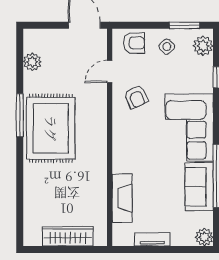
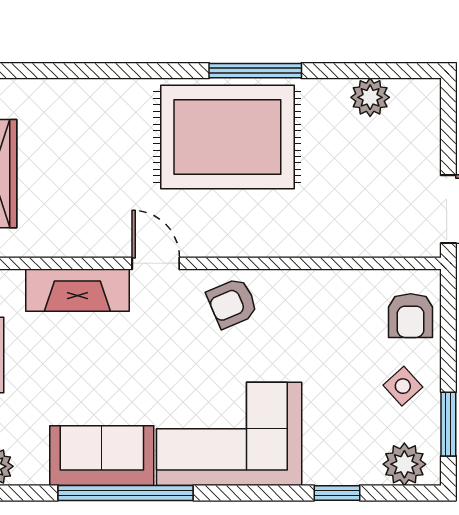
door: (110, 72) -> (156, 263), moved
armchair: (136, 97) -> (232, 303), moved

